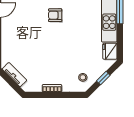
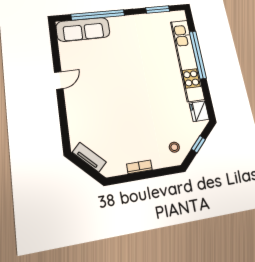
armchair: (55, 15) -> (128, 78), removed

